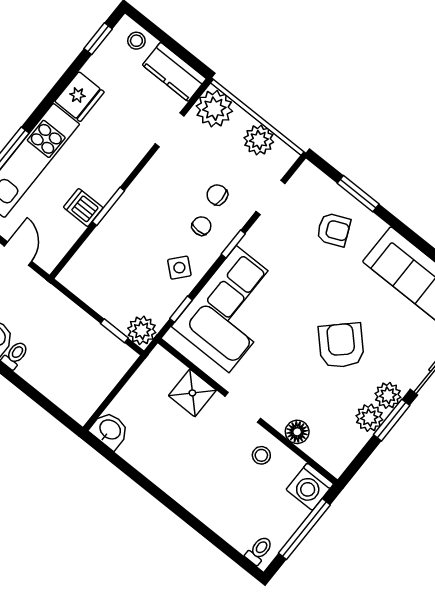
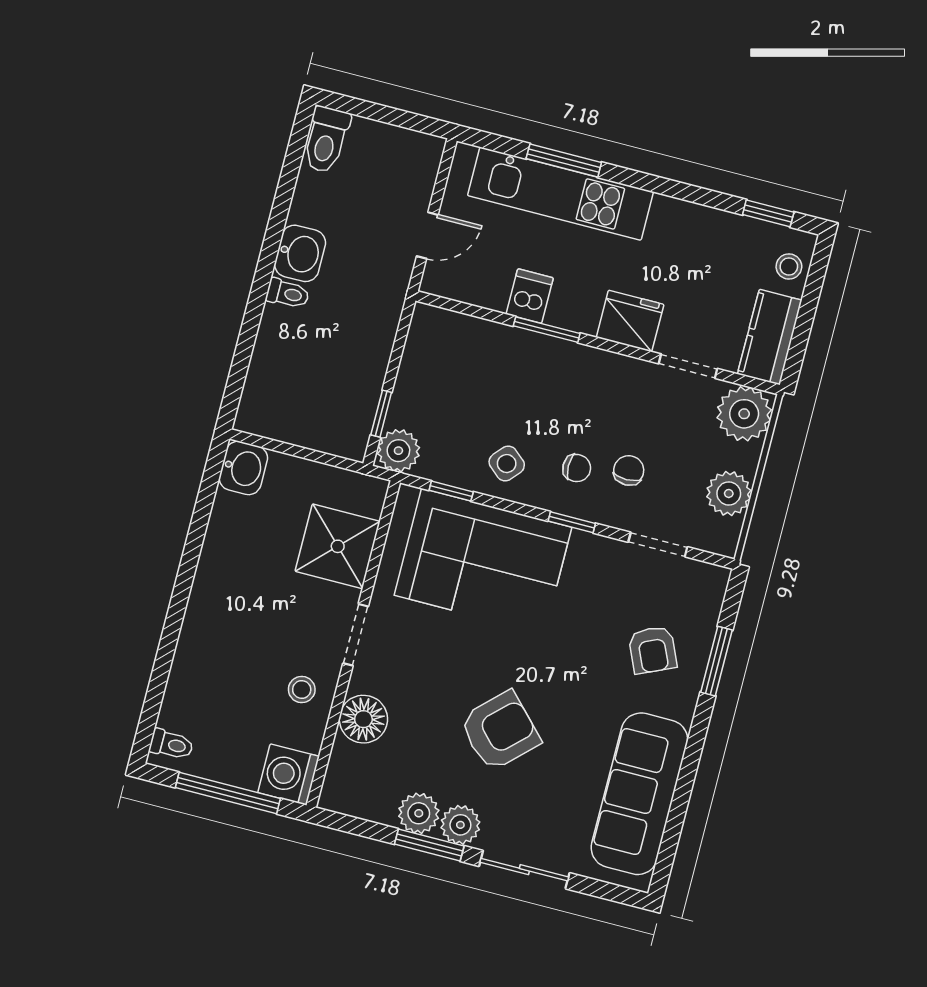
fridge: (80, 97) -> (630, 321), moved, turned 180
shower: (192, 393) -> (338, 546), width x1.36, depth x1.36
floor lamp: (297, 432) -> (363, 719), width x1.38, depth x1.38

